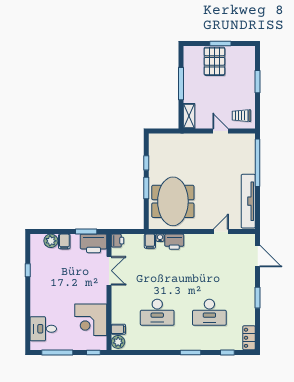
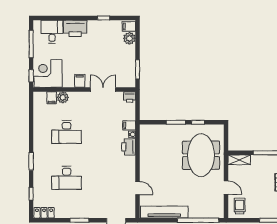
door: (220, 131) -> (226, 188), hinge flipped
meeting table: (173, 201) -> (201, 155), moved, turned 90
filing cabinet: (64, 241) -> (129, 26), moved
printer: (94, 243) -> (75, 28), moved, turned -90
double door: (109, 271) -> (103, 90), swing flipped
filing cabinet: (99, 297) -> (80, 81), added
desk: (157, 312) -> (67, 132), turned -90
desk: (209, 312) -> (67, 178), turned -90
corner desk: (91, 320) -> (48, 73), moved
plant: (118, 342) -> (63, 97), moved

